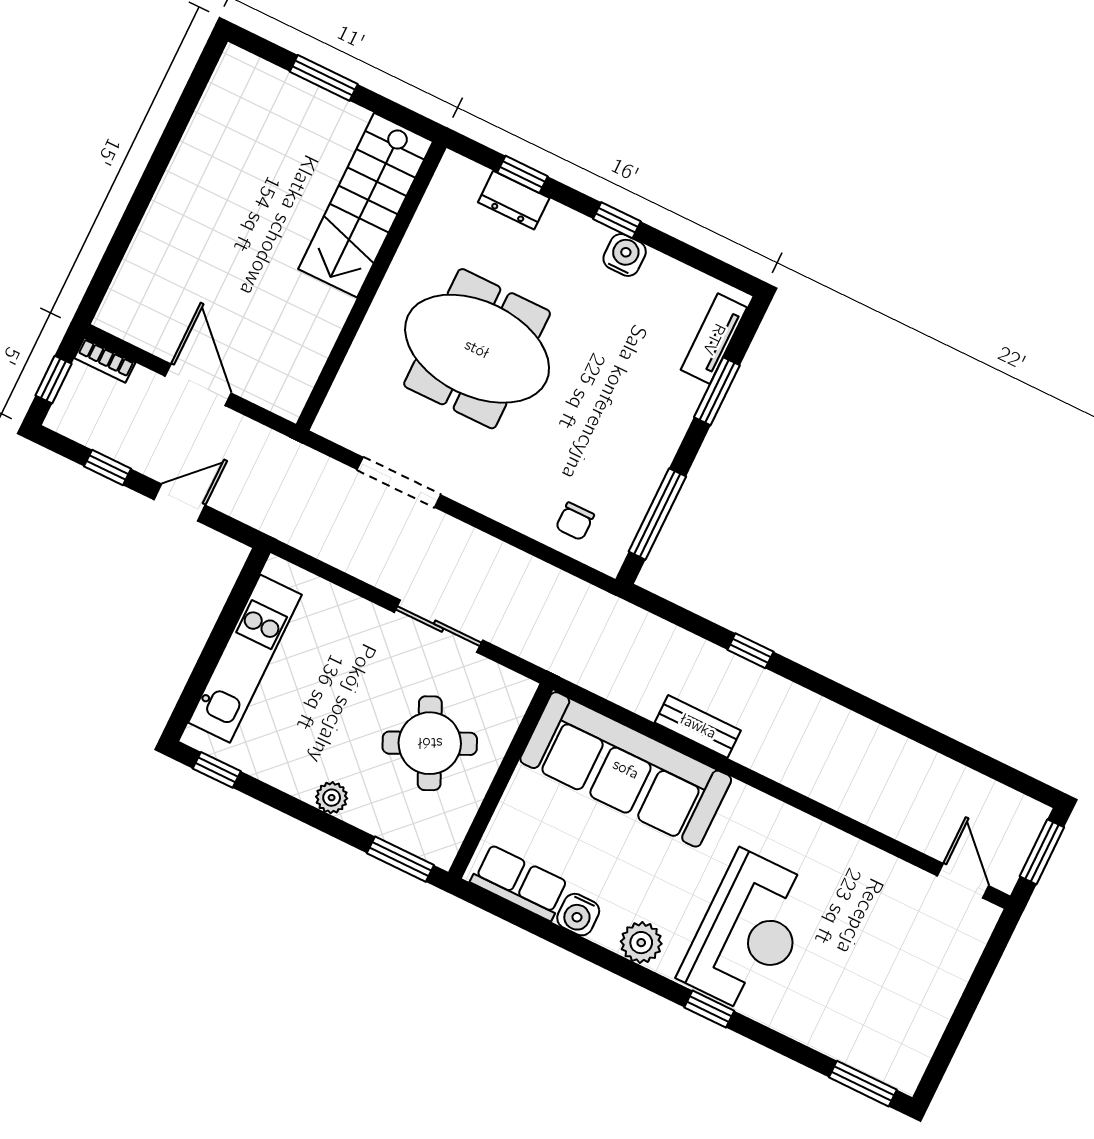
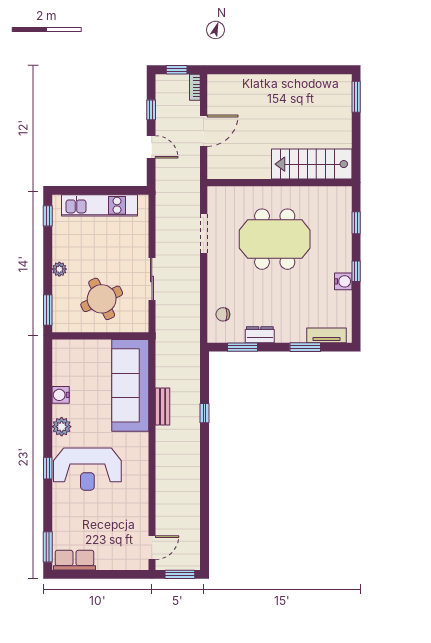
window: (324, 78) -> (356, 97), moved
dresser: (514, 200) -> (260, 335), moved, turned 90
meeting table: (477, 349) -> (275, 239), turned 90
window: (657, 514) -> (242, 347), width x0.69
row of seats: (520, 882) -> (74, 560), moved, turned -90

